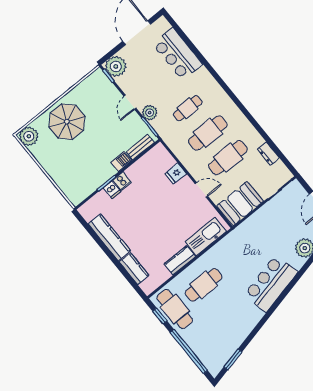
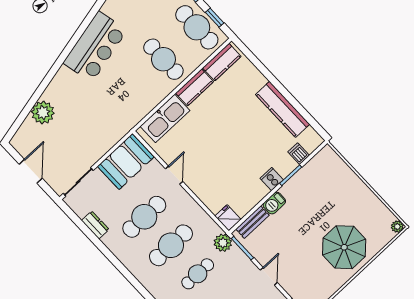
plant: (150, 113) -> (223, 243), moved
plant: (29, 136) -> (397, 227), width x0.53, depth x0.53
fridge: (176, 174) -> (228, 218), moved, turned -90
dishwasher: (112, 190) -> (299, 154), moved
door: (201, 190) -> (174, 175), swing flipped
kitchen counter: (134, 269) -> (222, 62), moved, turned -90
bar counter: (271, 283) -> (95, 47), moved
cafe table: (204, 285) -> (163, 59), turned 90

